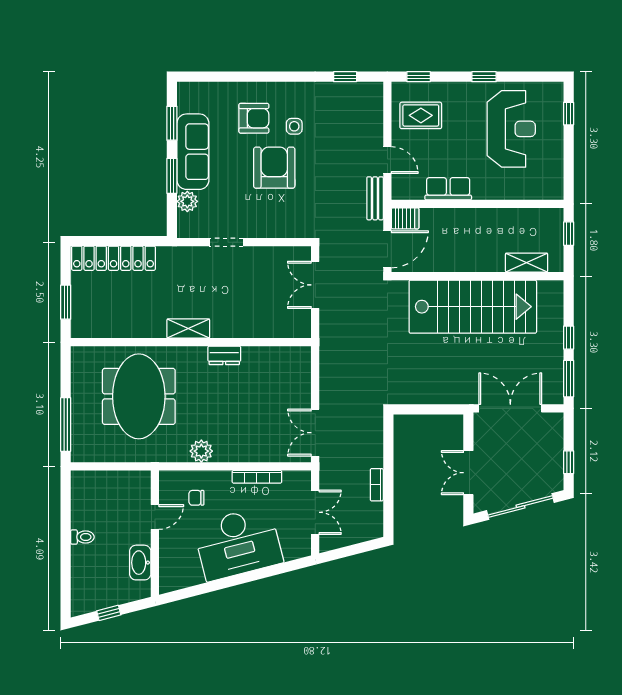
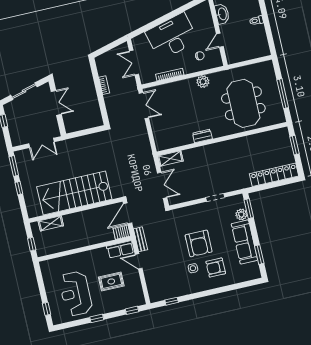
rug: (421, 115) -> (111, 281), moved
window: (172, 176) -> (249, 209), moved
row of seats: (448, 189) -> (120, 249), moved
shelving: (188, 329) -> (170, 159), moved
double door: (510, 408) -> (42, 143), width x0.73
window: (66, 425) -> (283, 94), moved
sliding door: (520, 507) -> (24, 91), width x0.73

